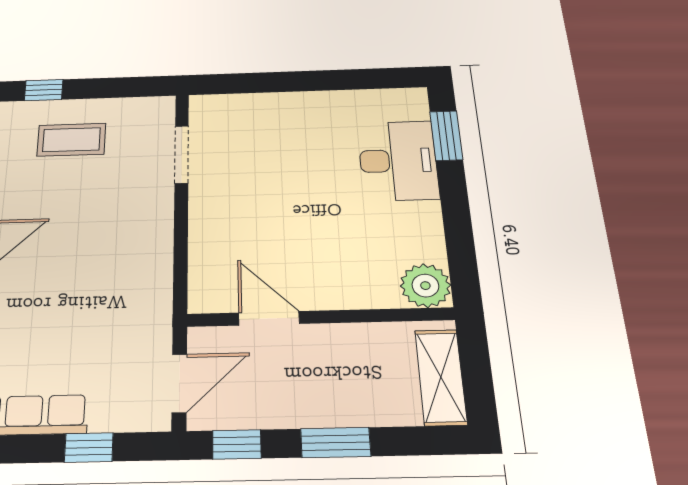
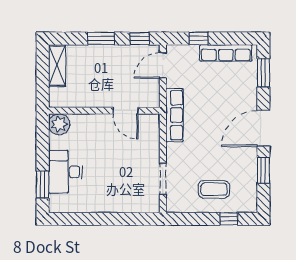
row of seats: (153, 278) -> (174, 115), added
plant: (425, 286) -> (59, 124), moved
wall: (320, 317) -> (104, 111), moved
door: (269, 318) -> (125, 111), moved

